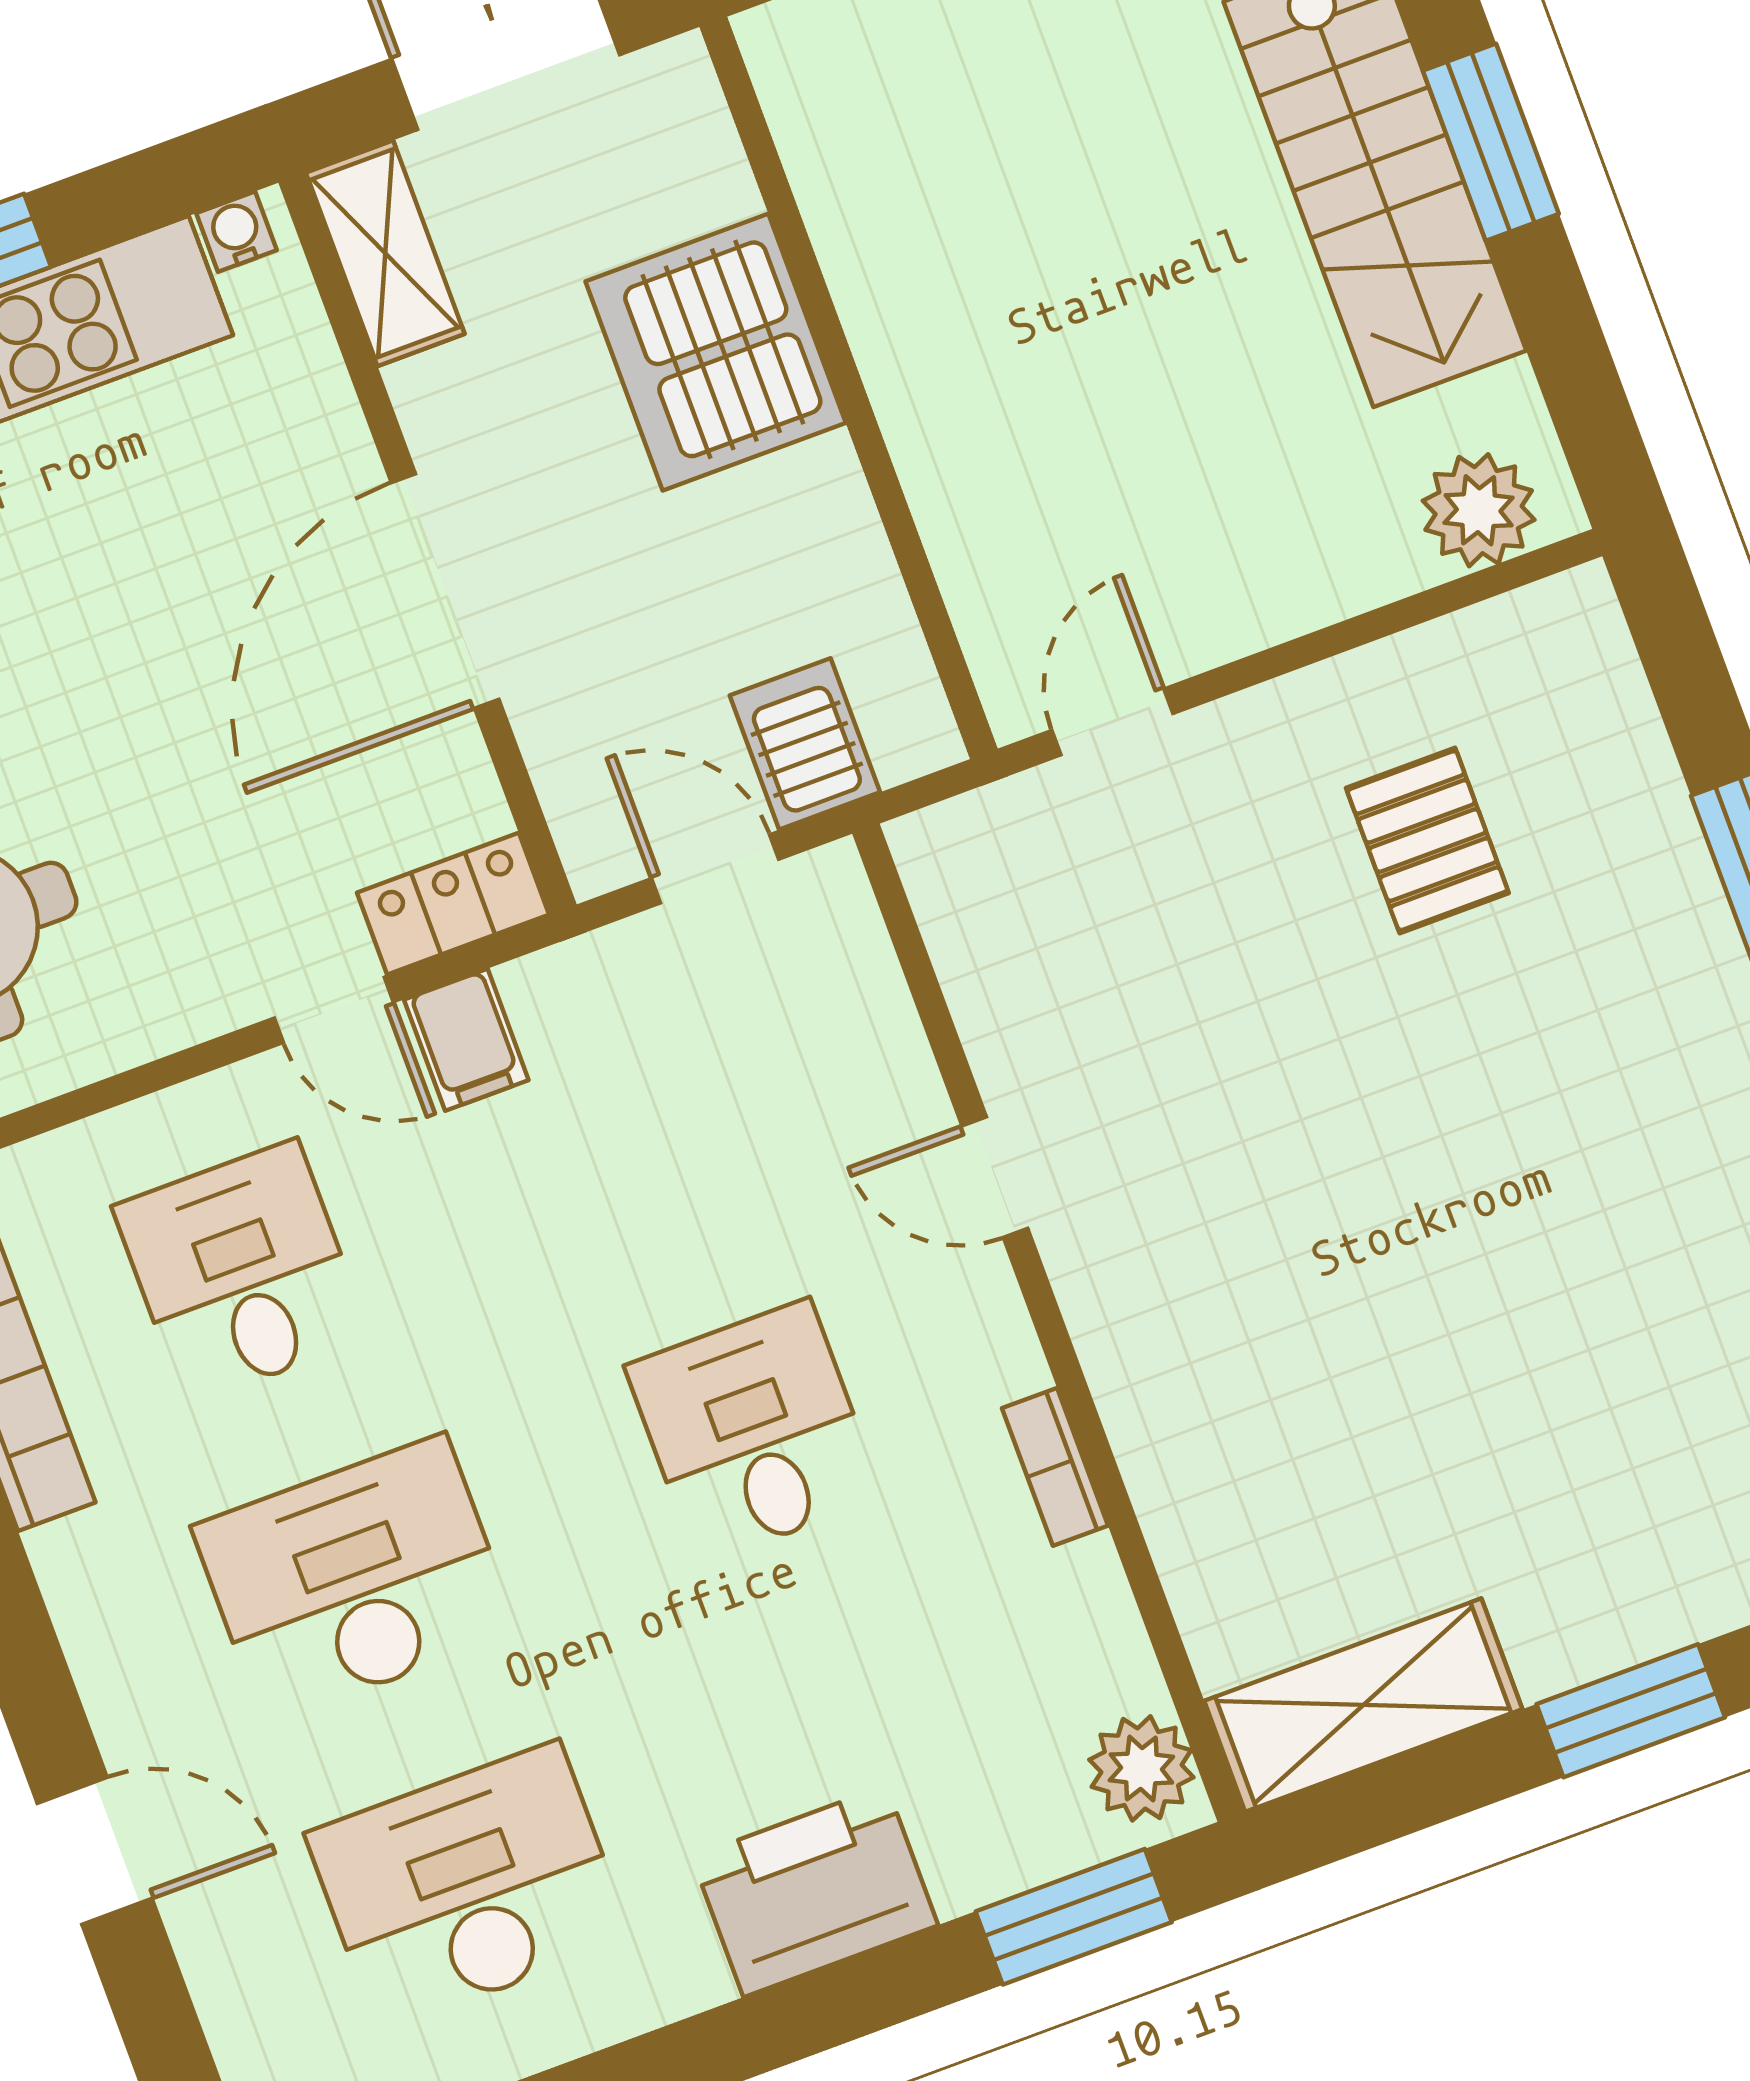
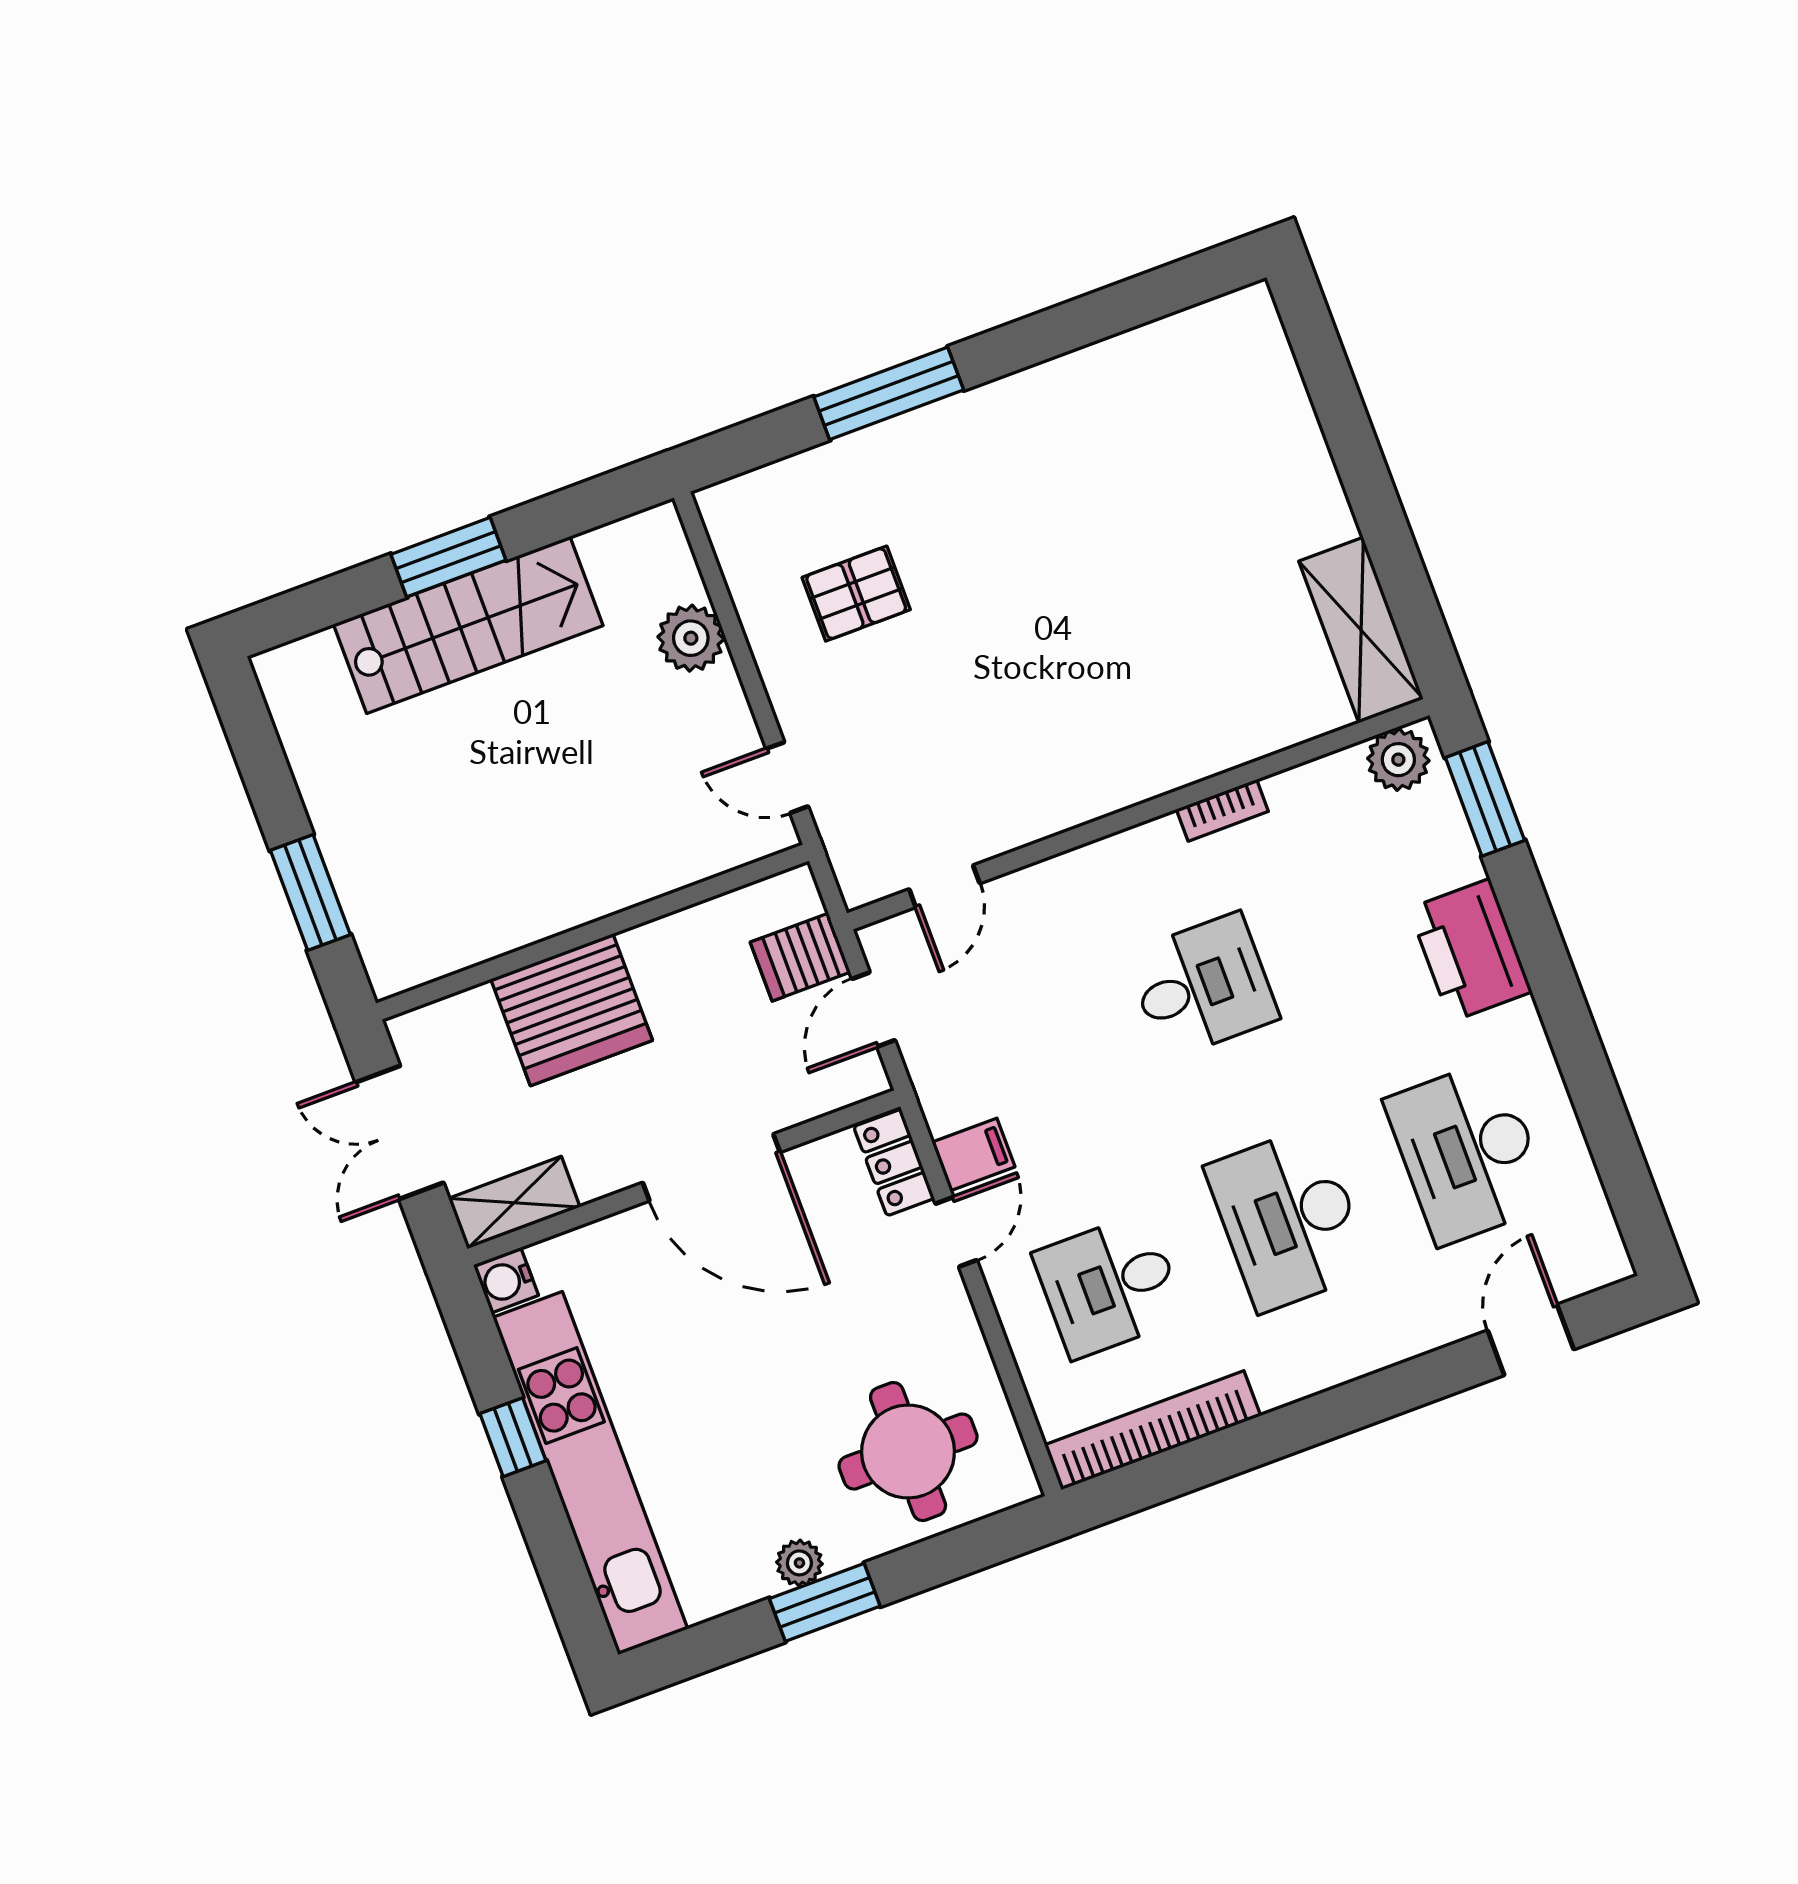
water cooler: (236, 232) -> (506, 1281), width x1.38, depth x1.38
plant: (1479, 510) -> (691, 638), moved
door: (995, 1177) -> (944, 886), moved
desk: (754, 1432) -> (1202, 986), turned 180
window: (1631, 1711) -> (1364, 474), removed
door: (95, 1851) -> (1531, 1340), moved

